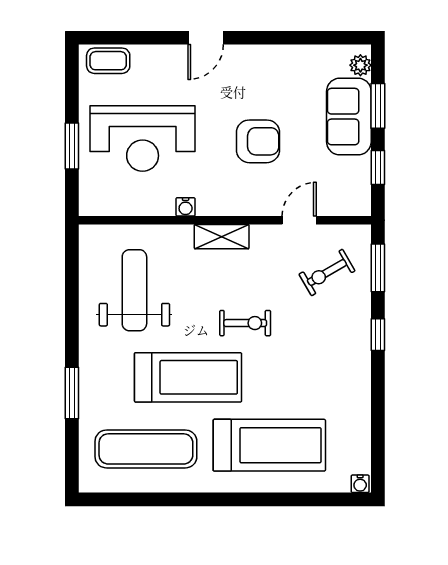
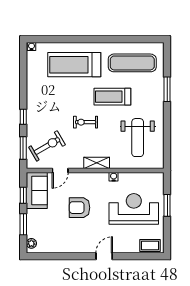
sofa: (349, 117) -> (37, 190), moved
exercise bike: (327, 272) -> (47, 146), width x1.38, depth x1.39
treadmill: (188, 377) -> (112, 97), width x0.73, depth x0.73

